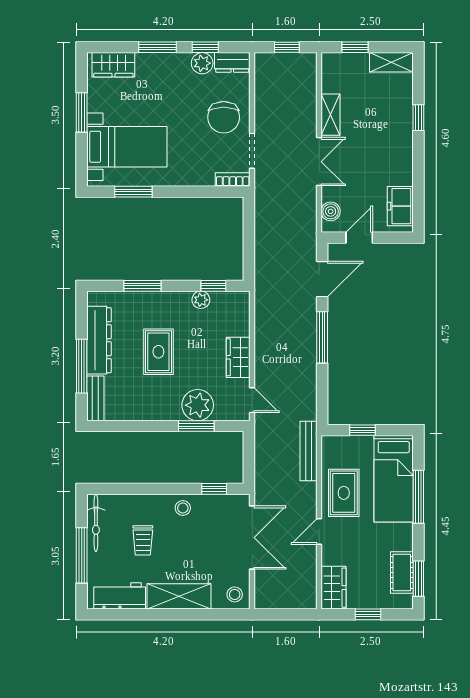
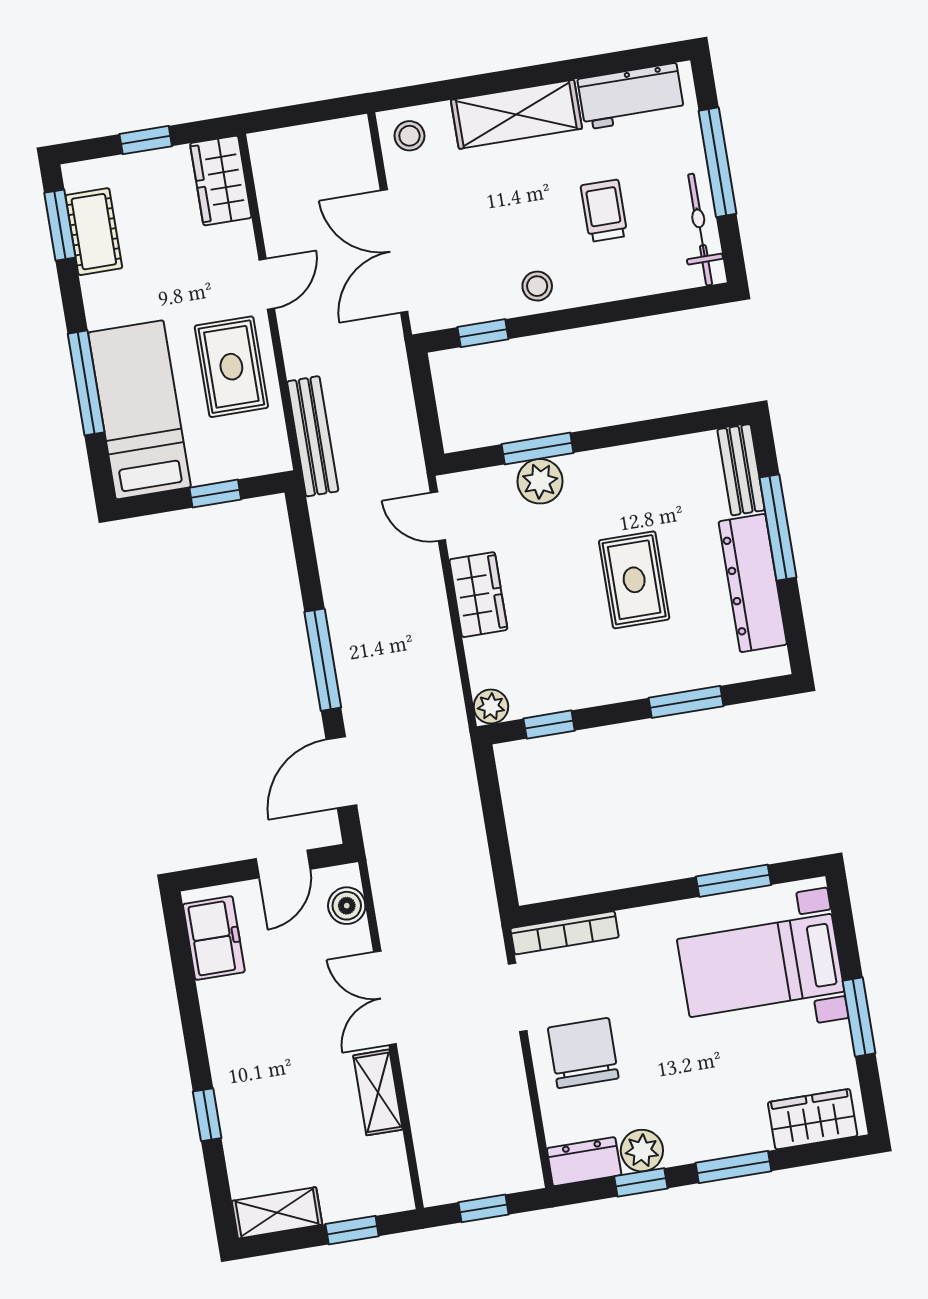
bookcase: (233, 180) -> (565, 933), width x1.56
plant: (201, 300) -> (491, 706), moved
plant: (198, 405) -> (540, 481), width x0.73, depth x0.73

